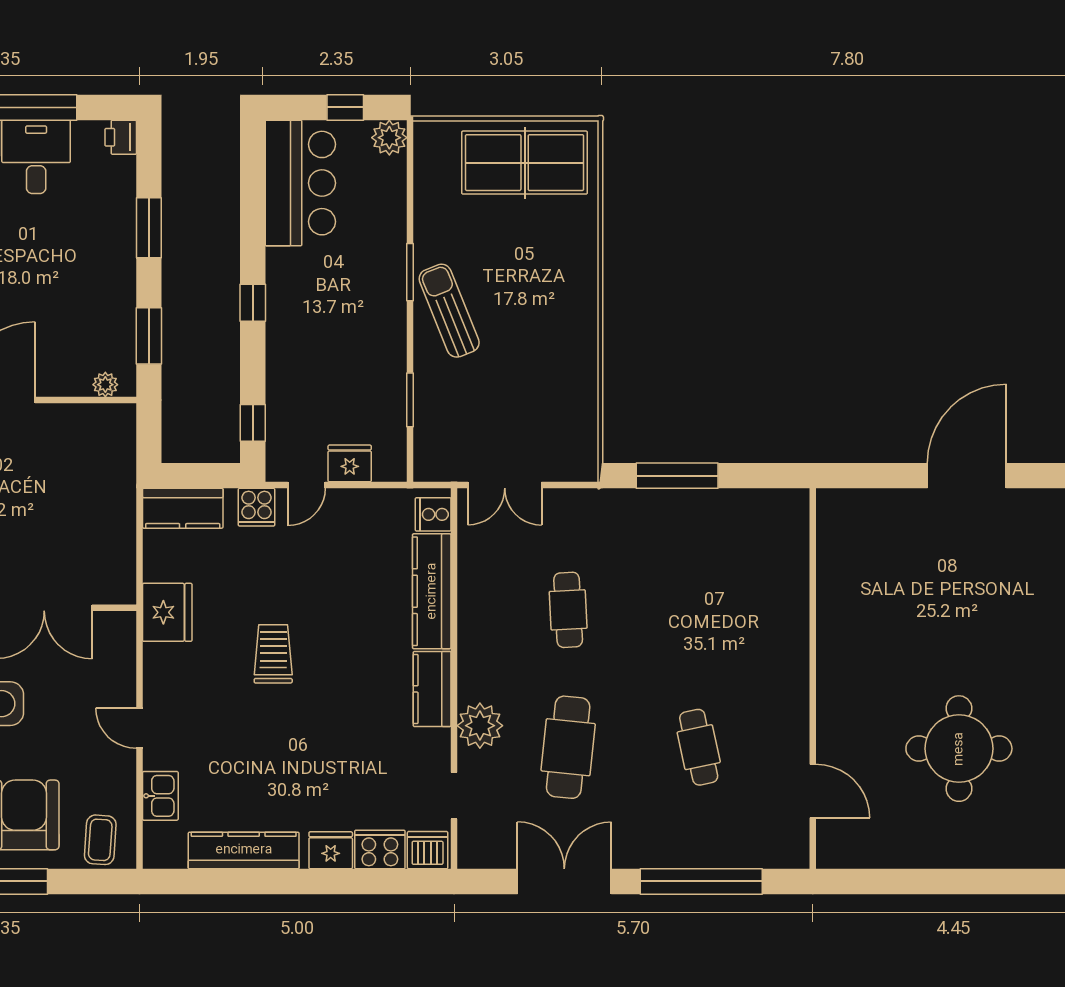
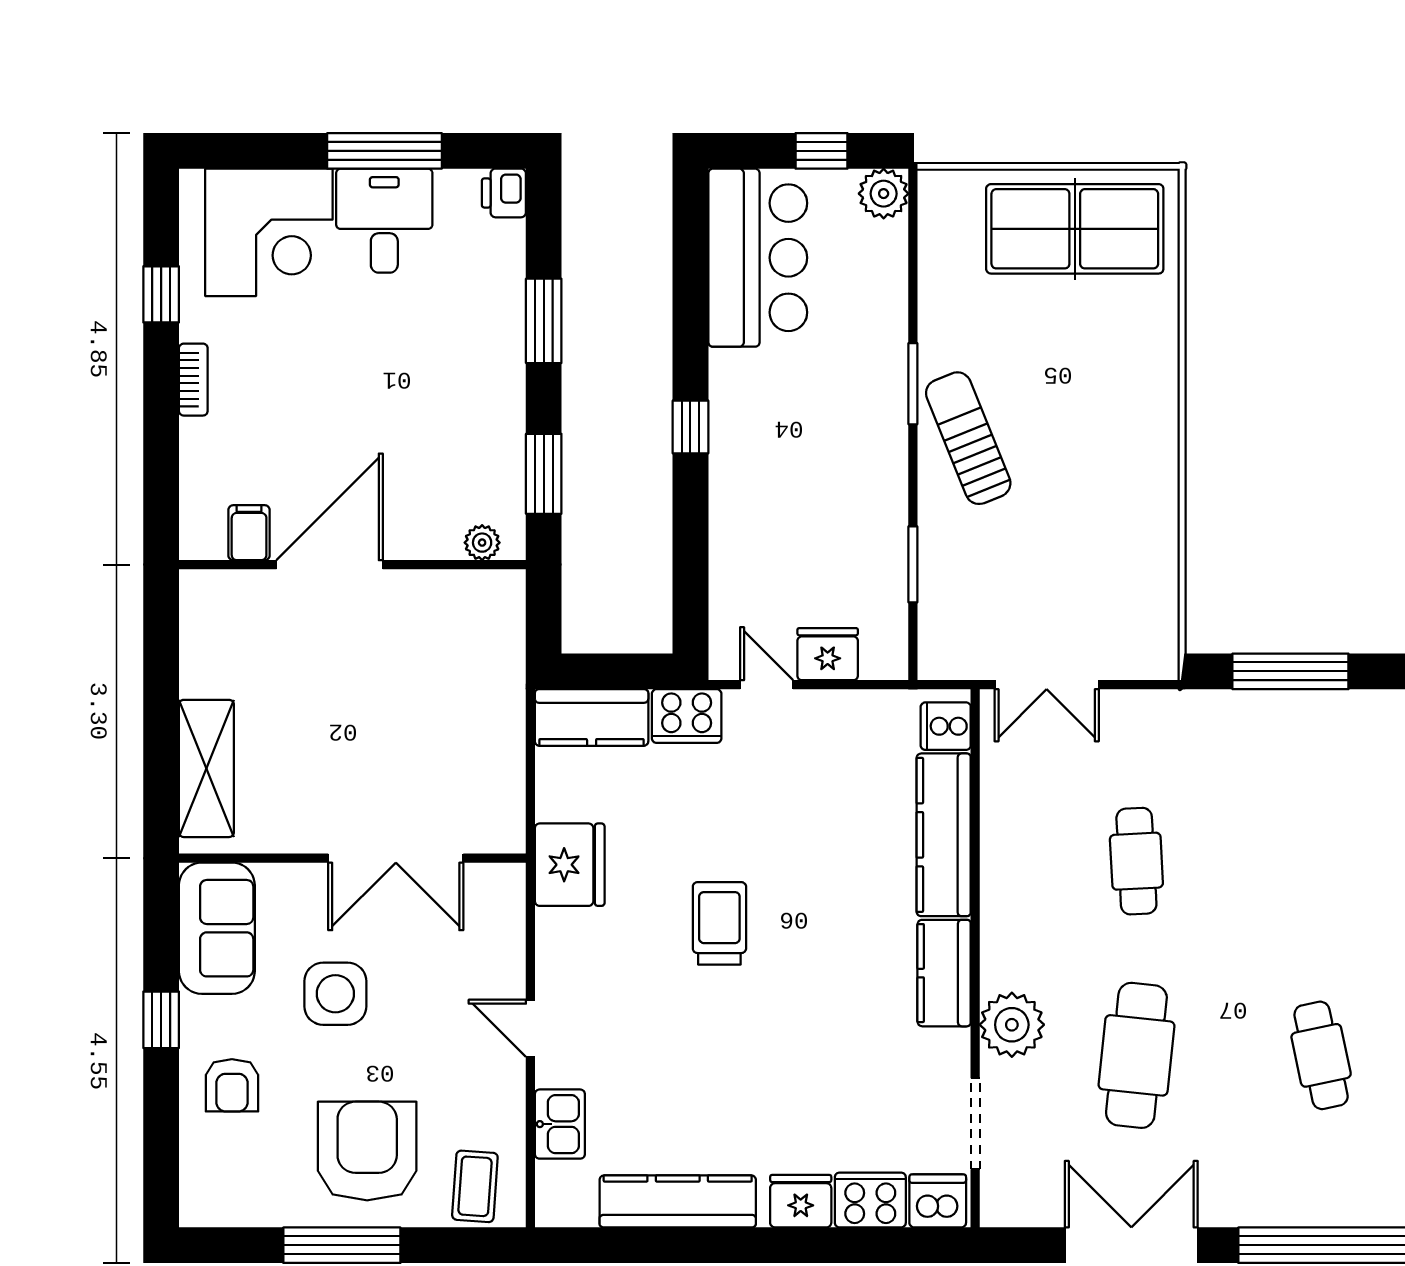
window: (253, 423) -> (690, 597), removed
door: (306, 485) -> (767, 685), swing flipped
cooker: (257, 507) -> (687, 716), width x1.36
doorway: (454, 796) -> (975, 1124), width x1.38

